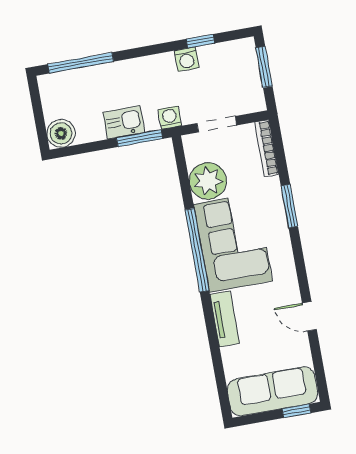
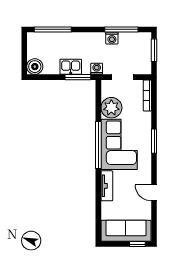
window: (200, 41) -> (121, 29), width x2.17
window: (289, 206) -> (154, 141), moved

